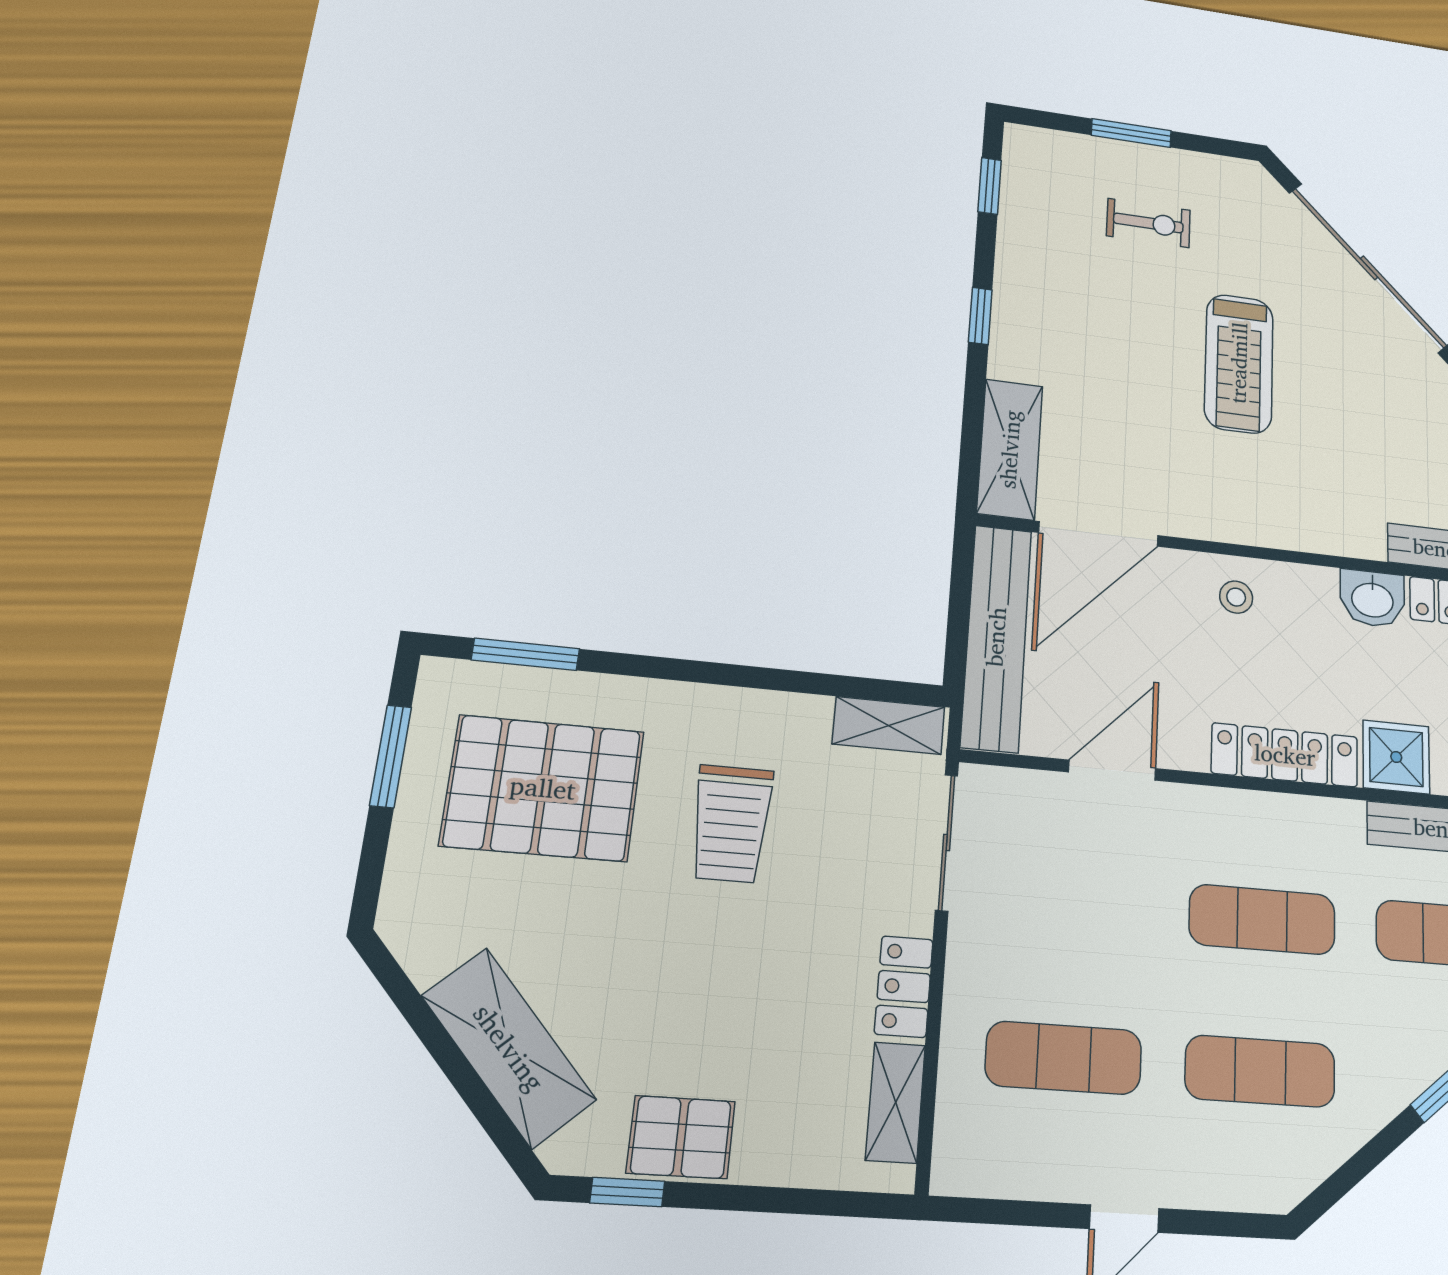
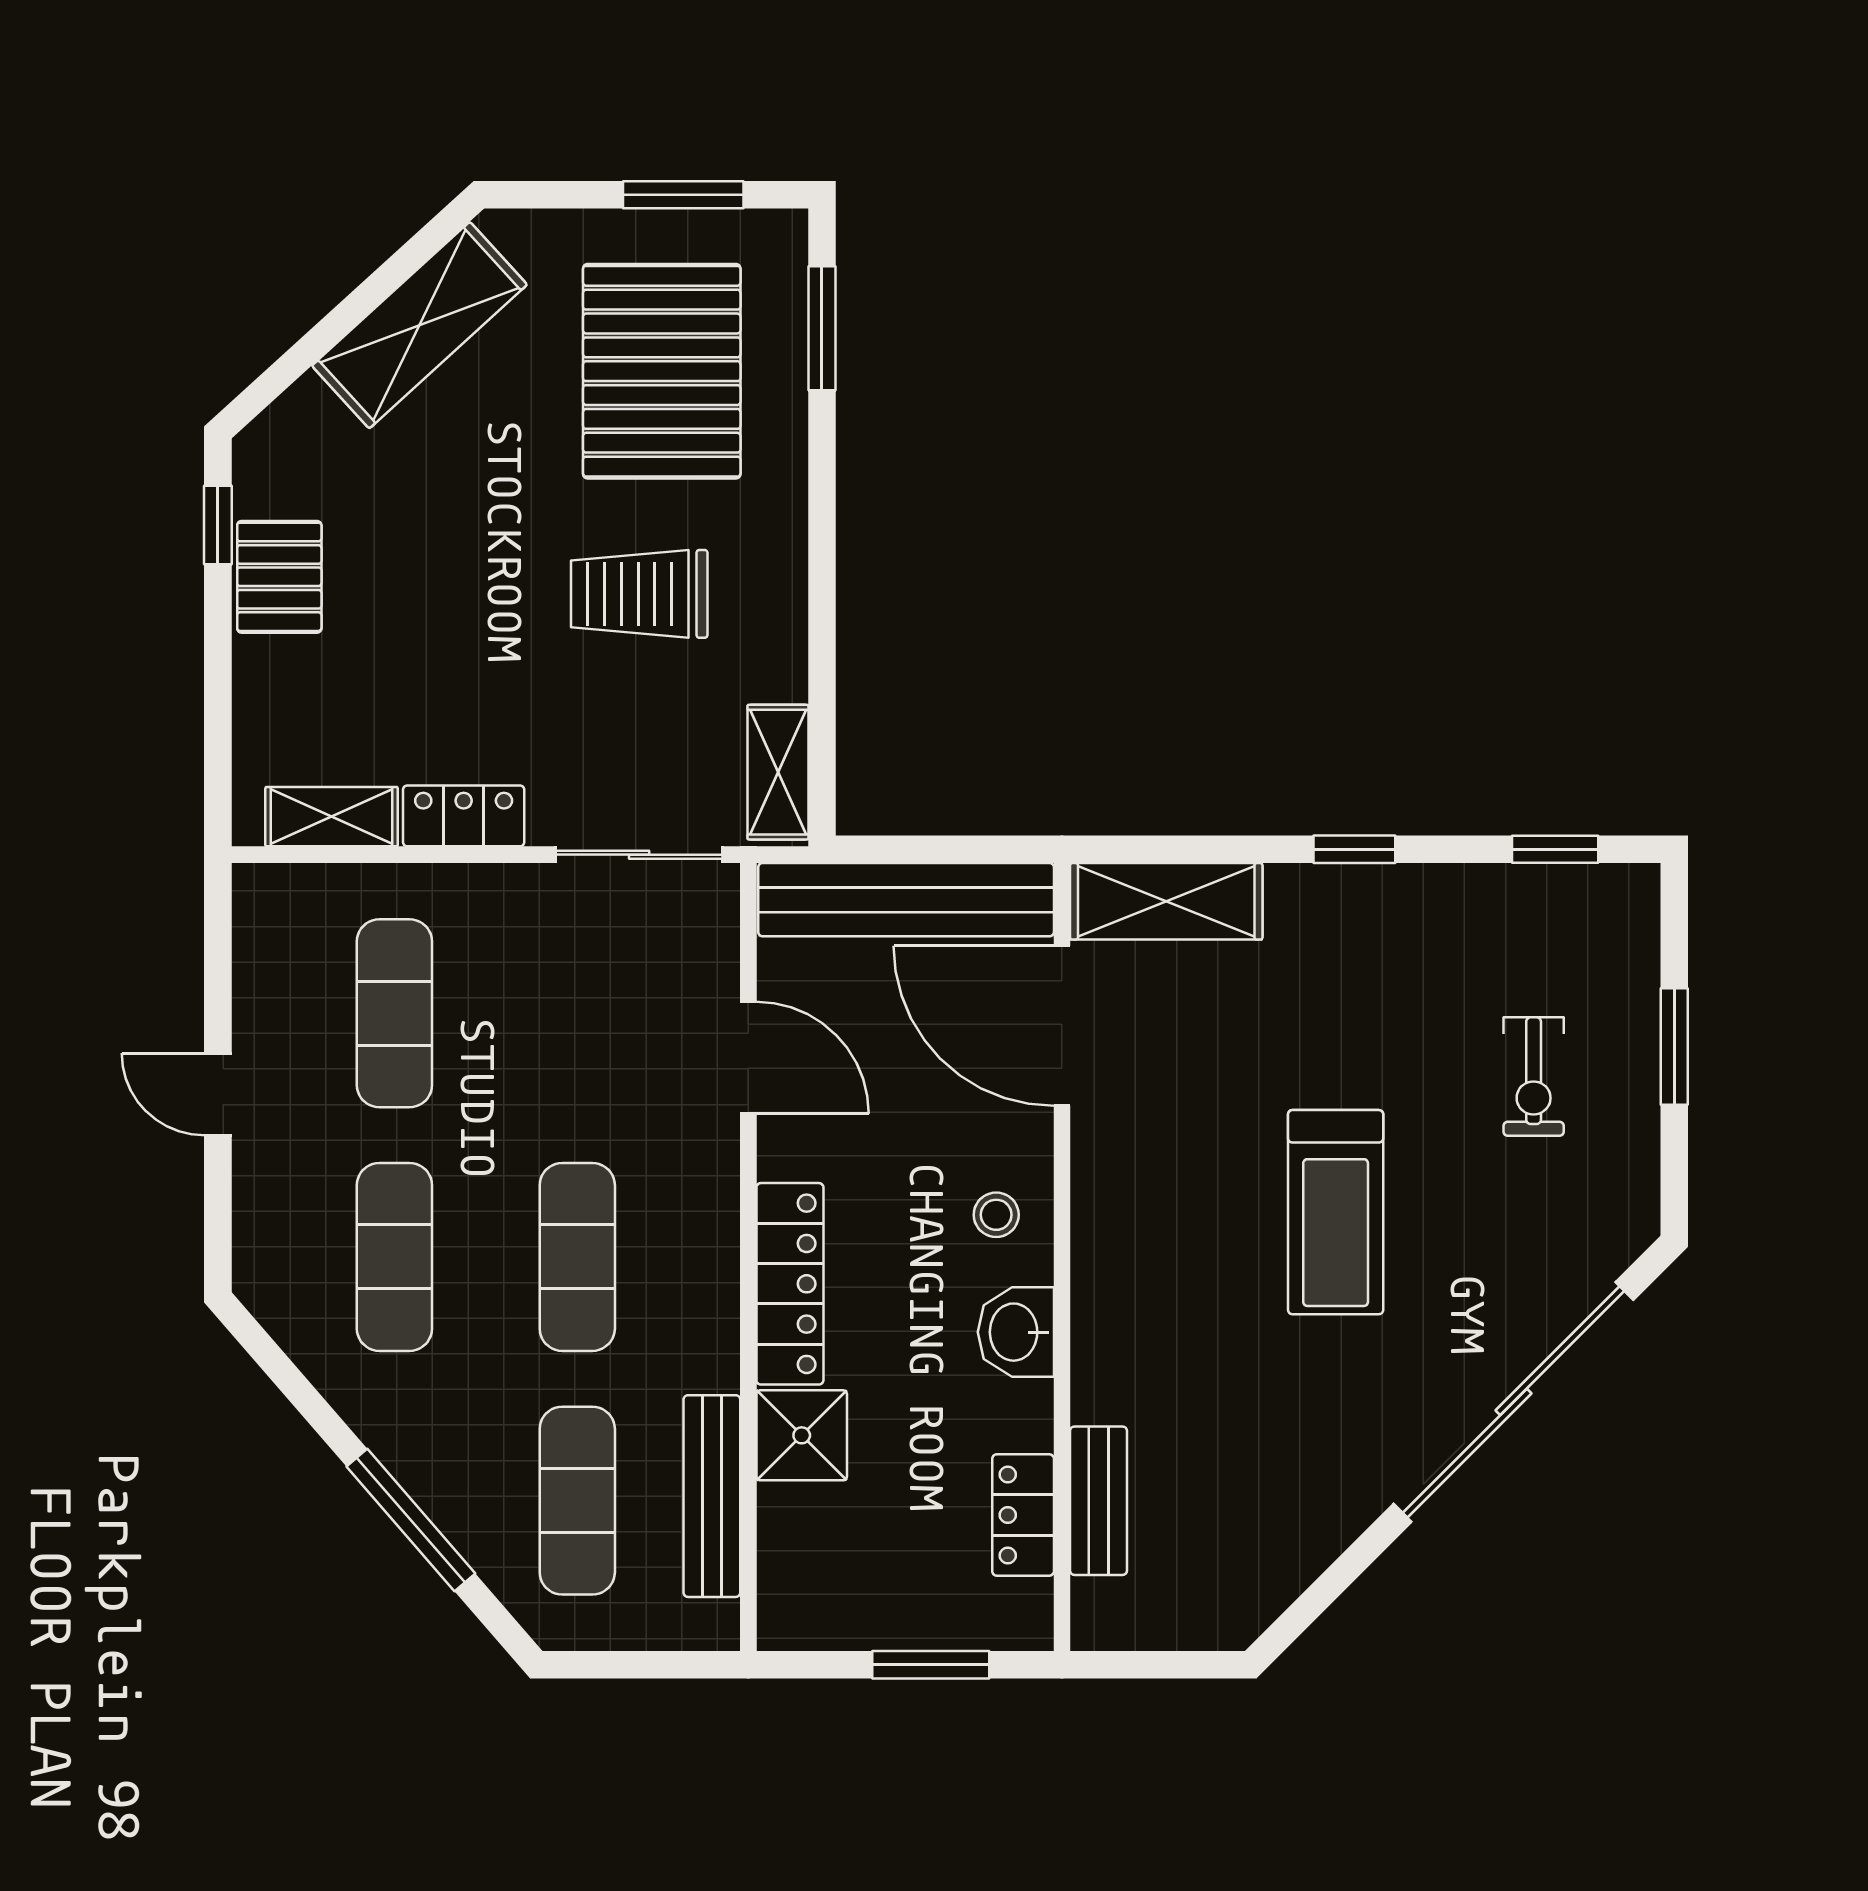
treadmill: (1239, 363) -> (1336, 1212), turned -90
washbasin: (1372, 599) -> (1016, 1332), moved
shelving: (509, 1048) -> (419, 325), moved

